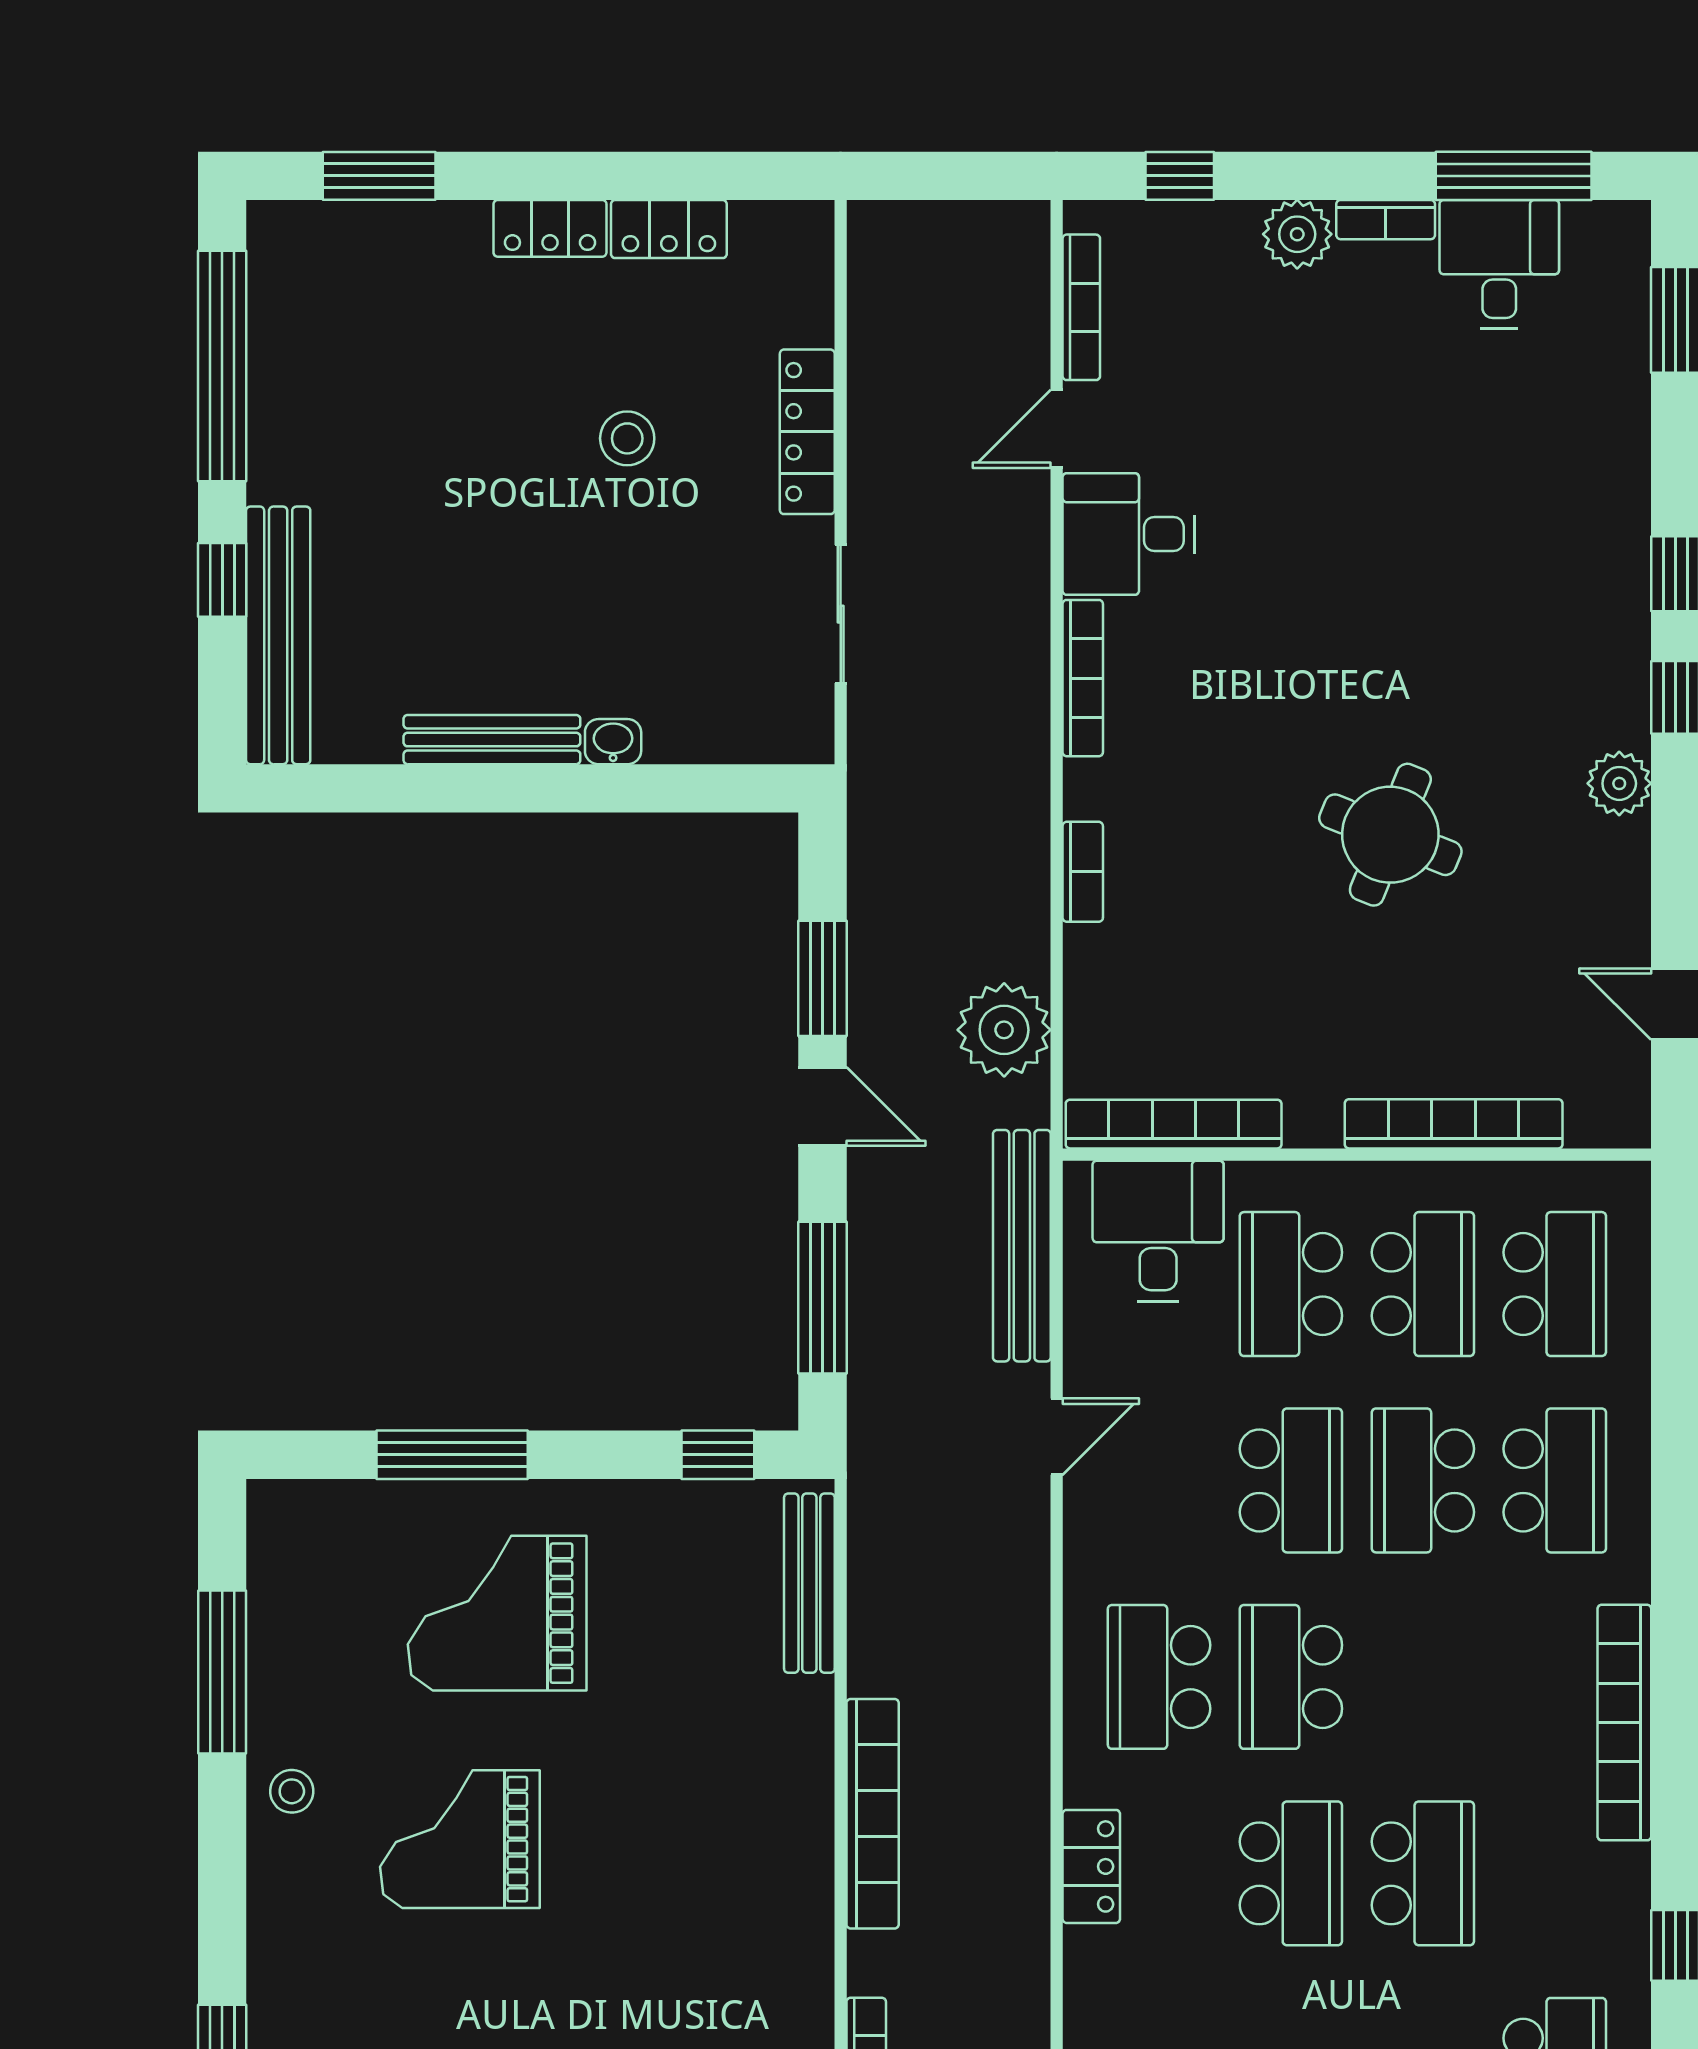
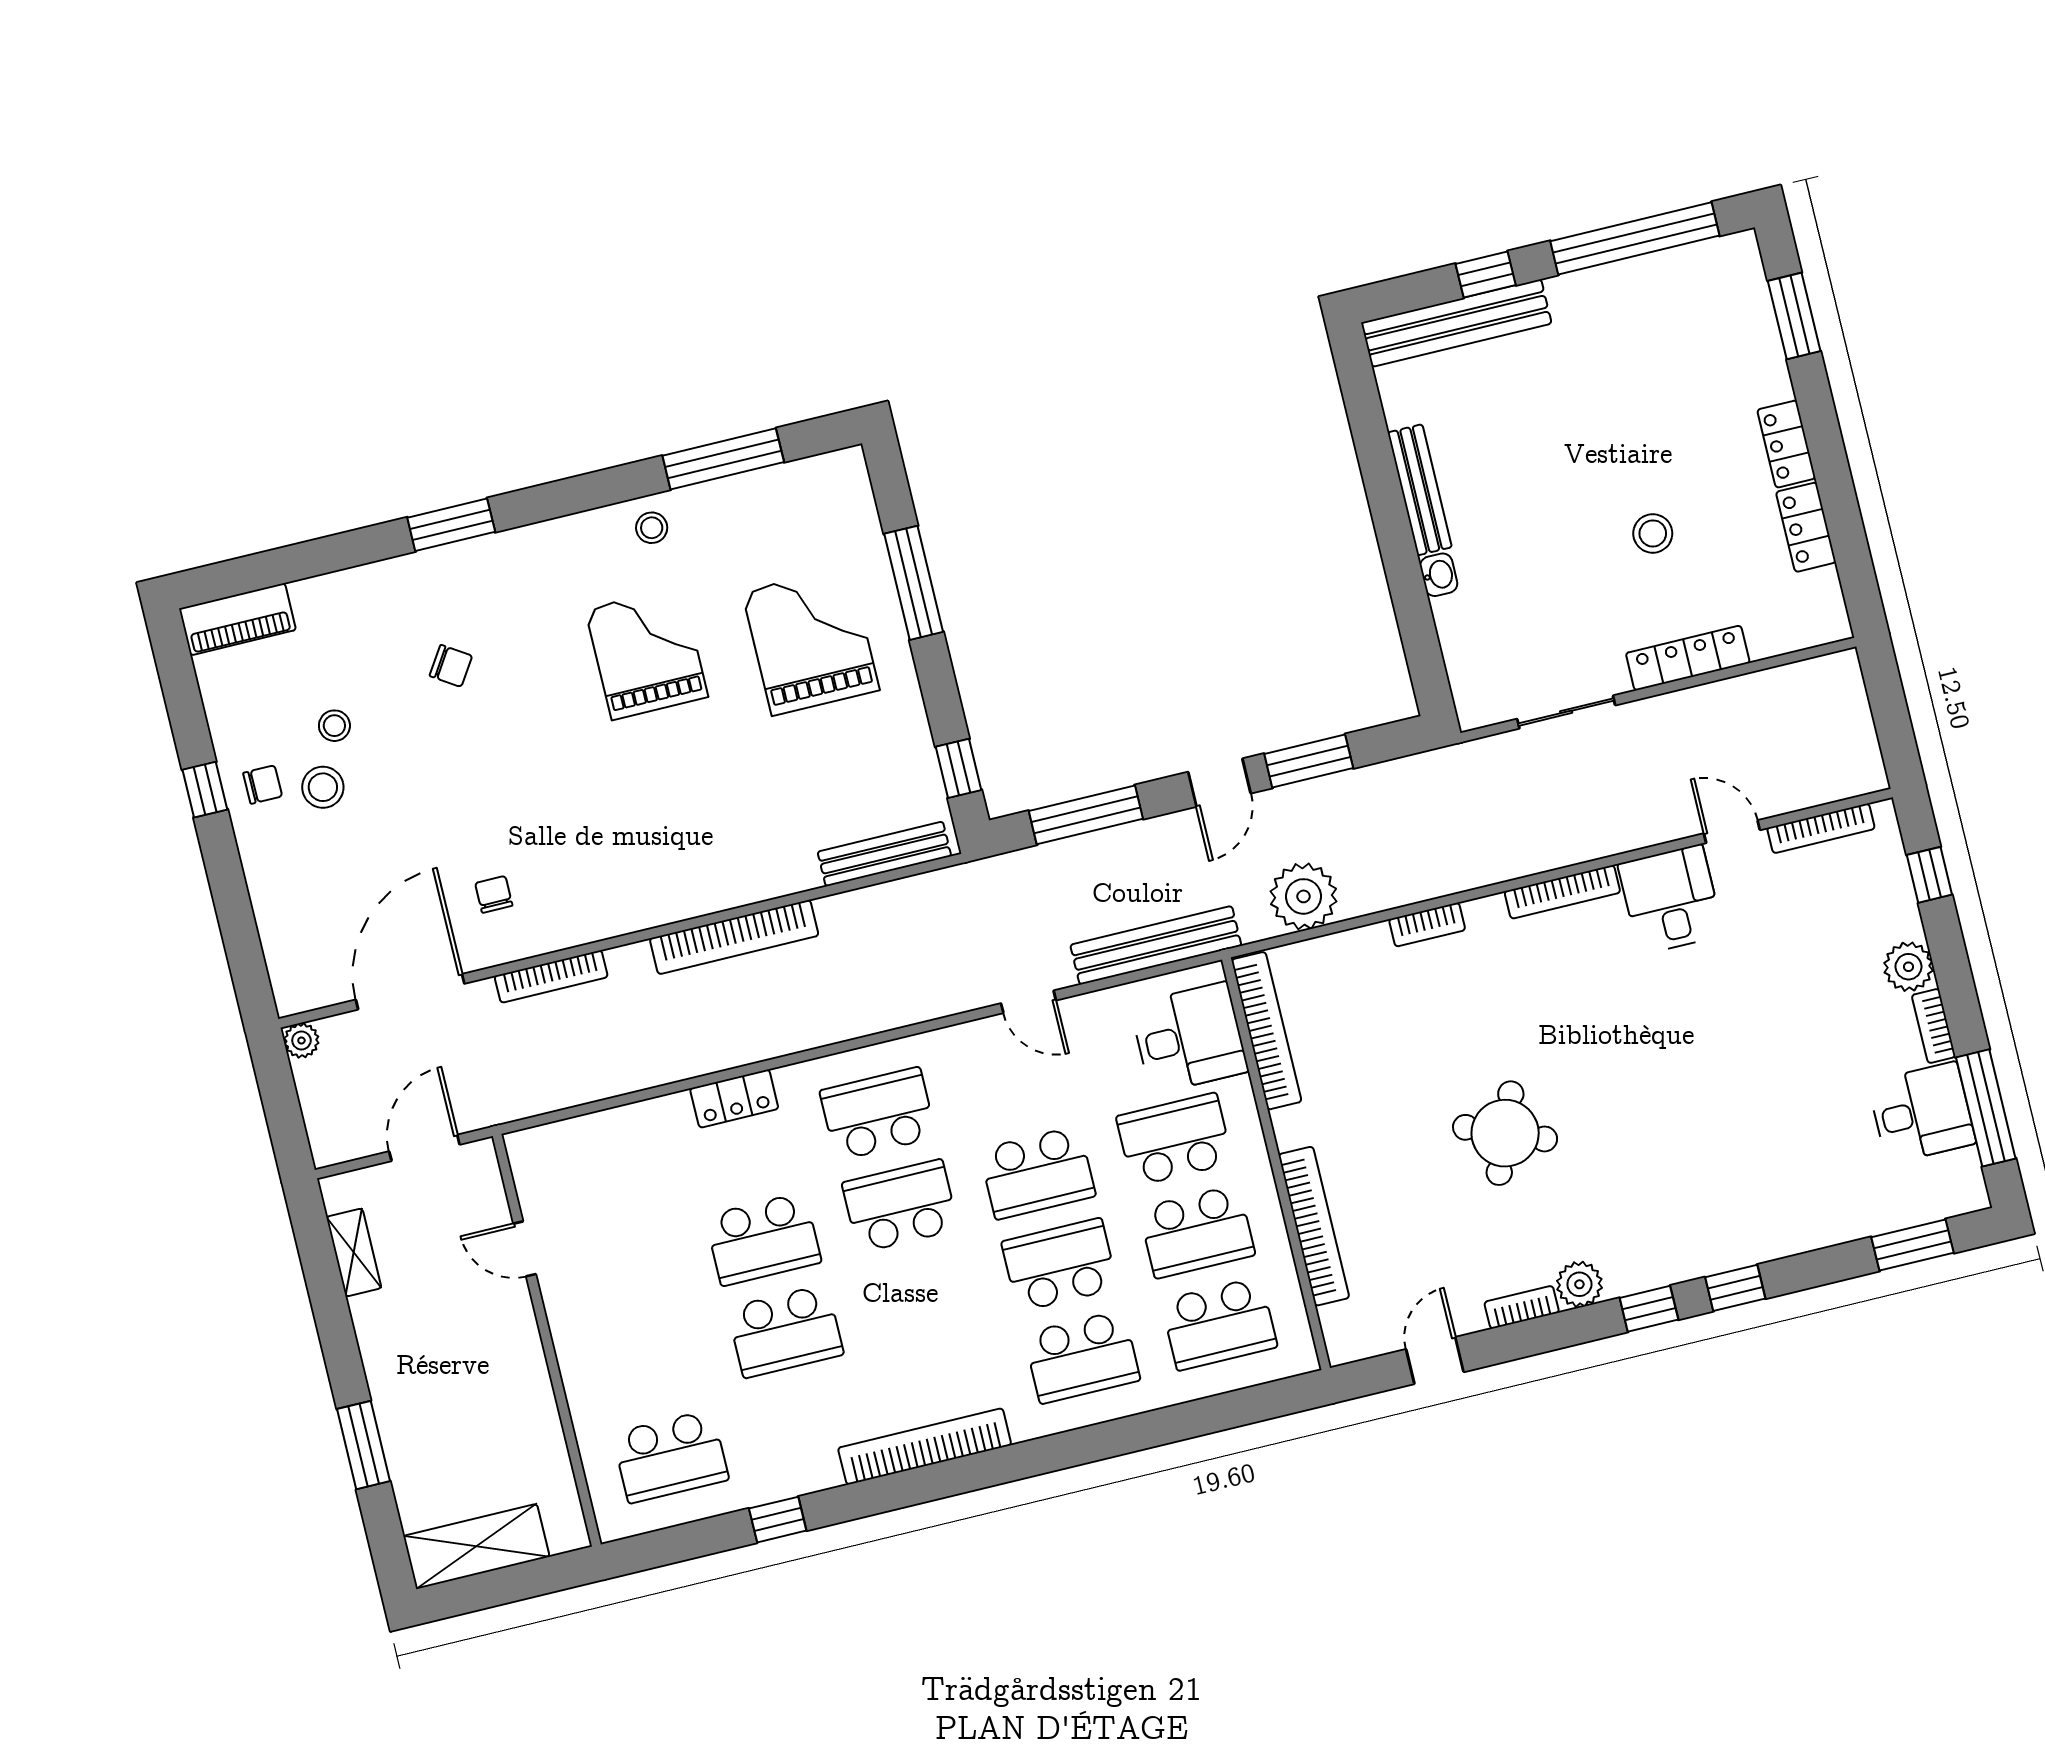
bookcase: (1631, 869) -> (1522, 1307), added

